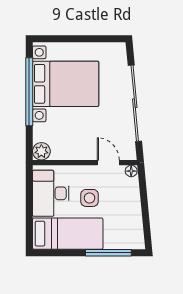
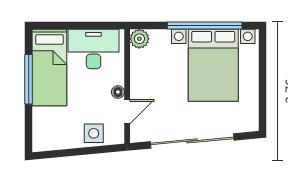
floor lamp: (131, 171) -> (118, 92), moved
side table: (90, 198) -> (94, 133), moved
window: (108, 253) -> (29, 79), moved

